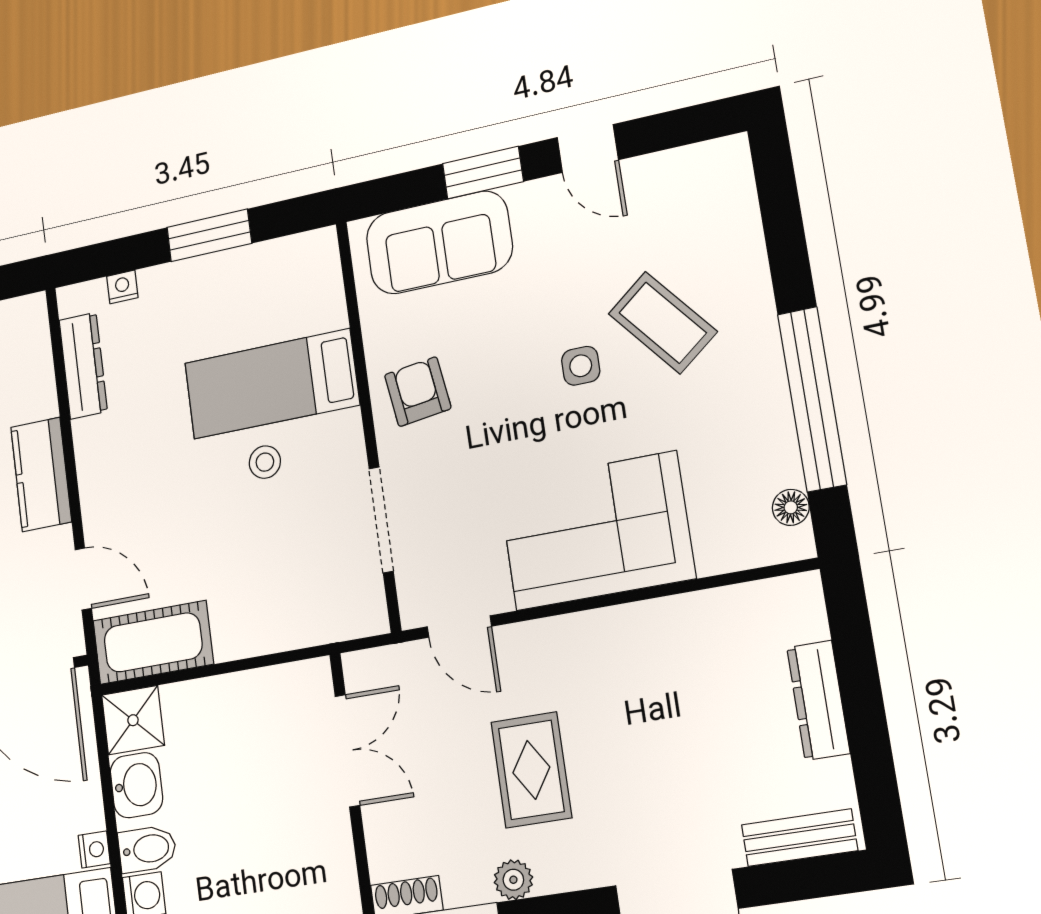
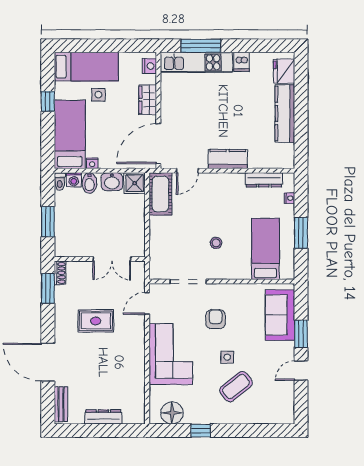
bed: (272, 384) -> (265, 249), moved
armchair: (418, 392) -> (216, 319), moved, turned -82
window: (812, 399) -> (201, 431), width x0.32
floor lamp: (791, 507) -> (172, 413), width x1.89, depth x1.89
plant: (513, 880) -> (61, 310), removed

